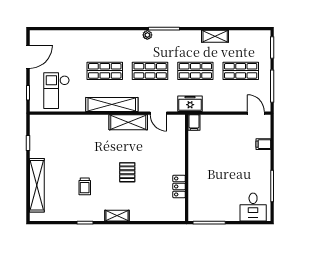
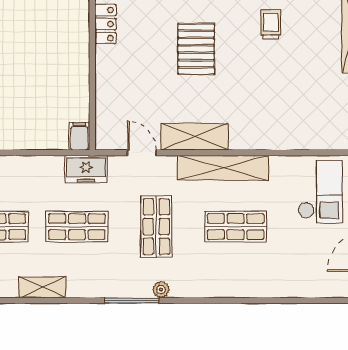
shop shelf: (150, 71) -> (156, 227), turned 90
pallet: (127, 172) -> (196, 49), width x1.50, depth x1.42

